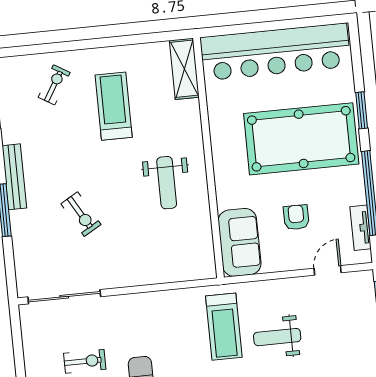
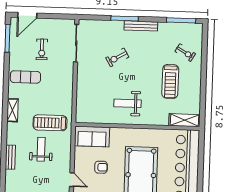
treadmill: (114, 106) -> (170, 81), turned 90

